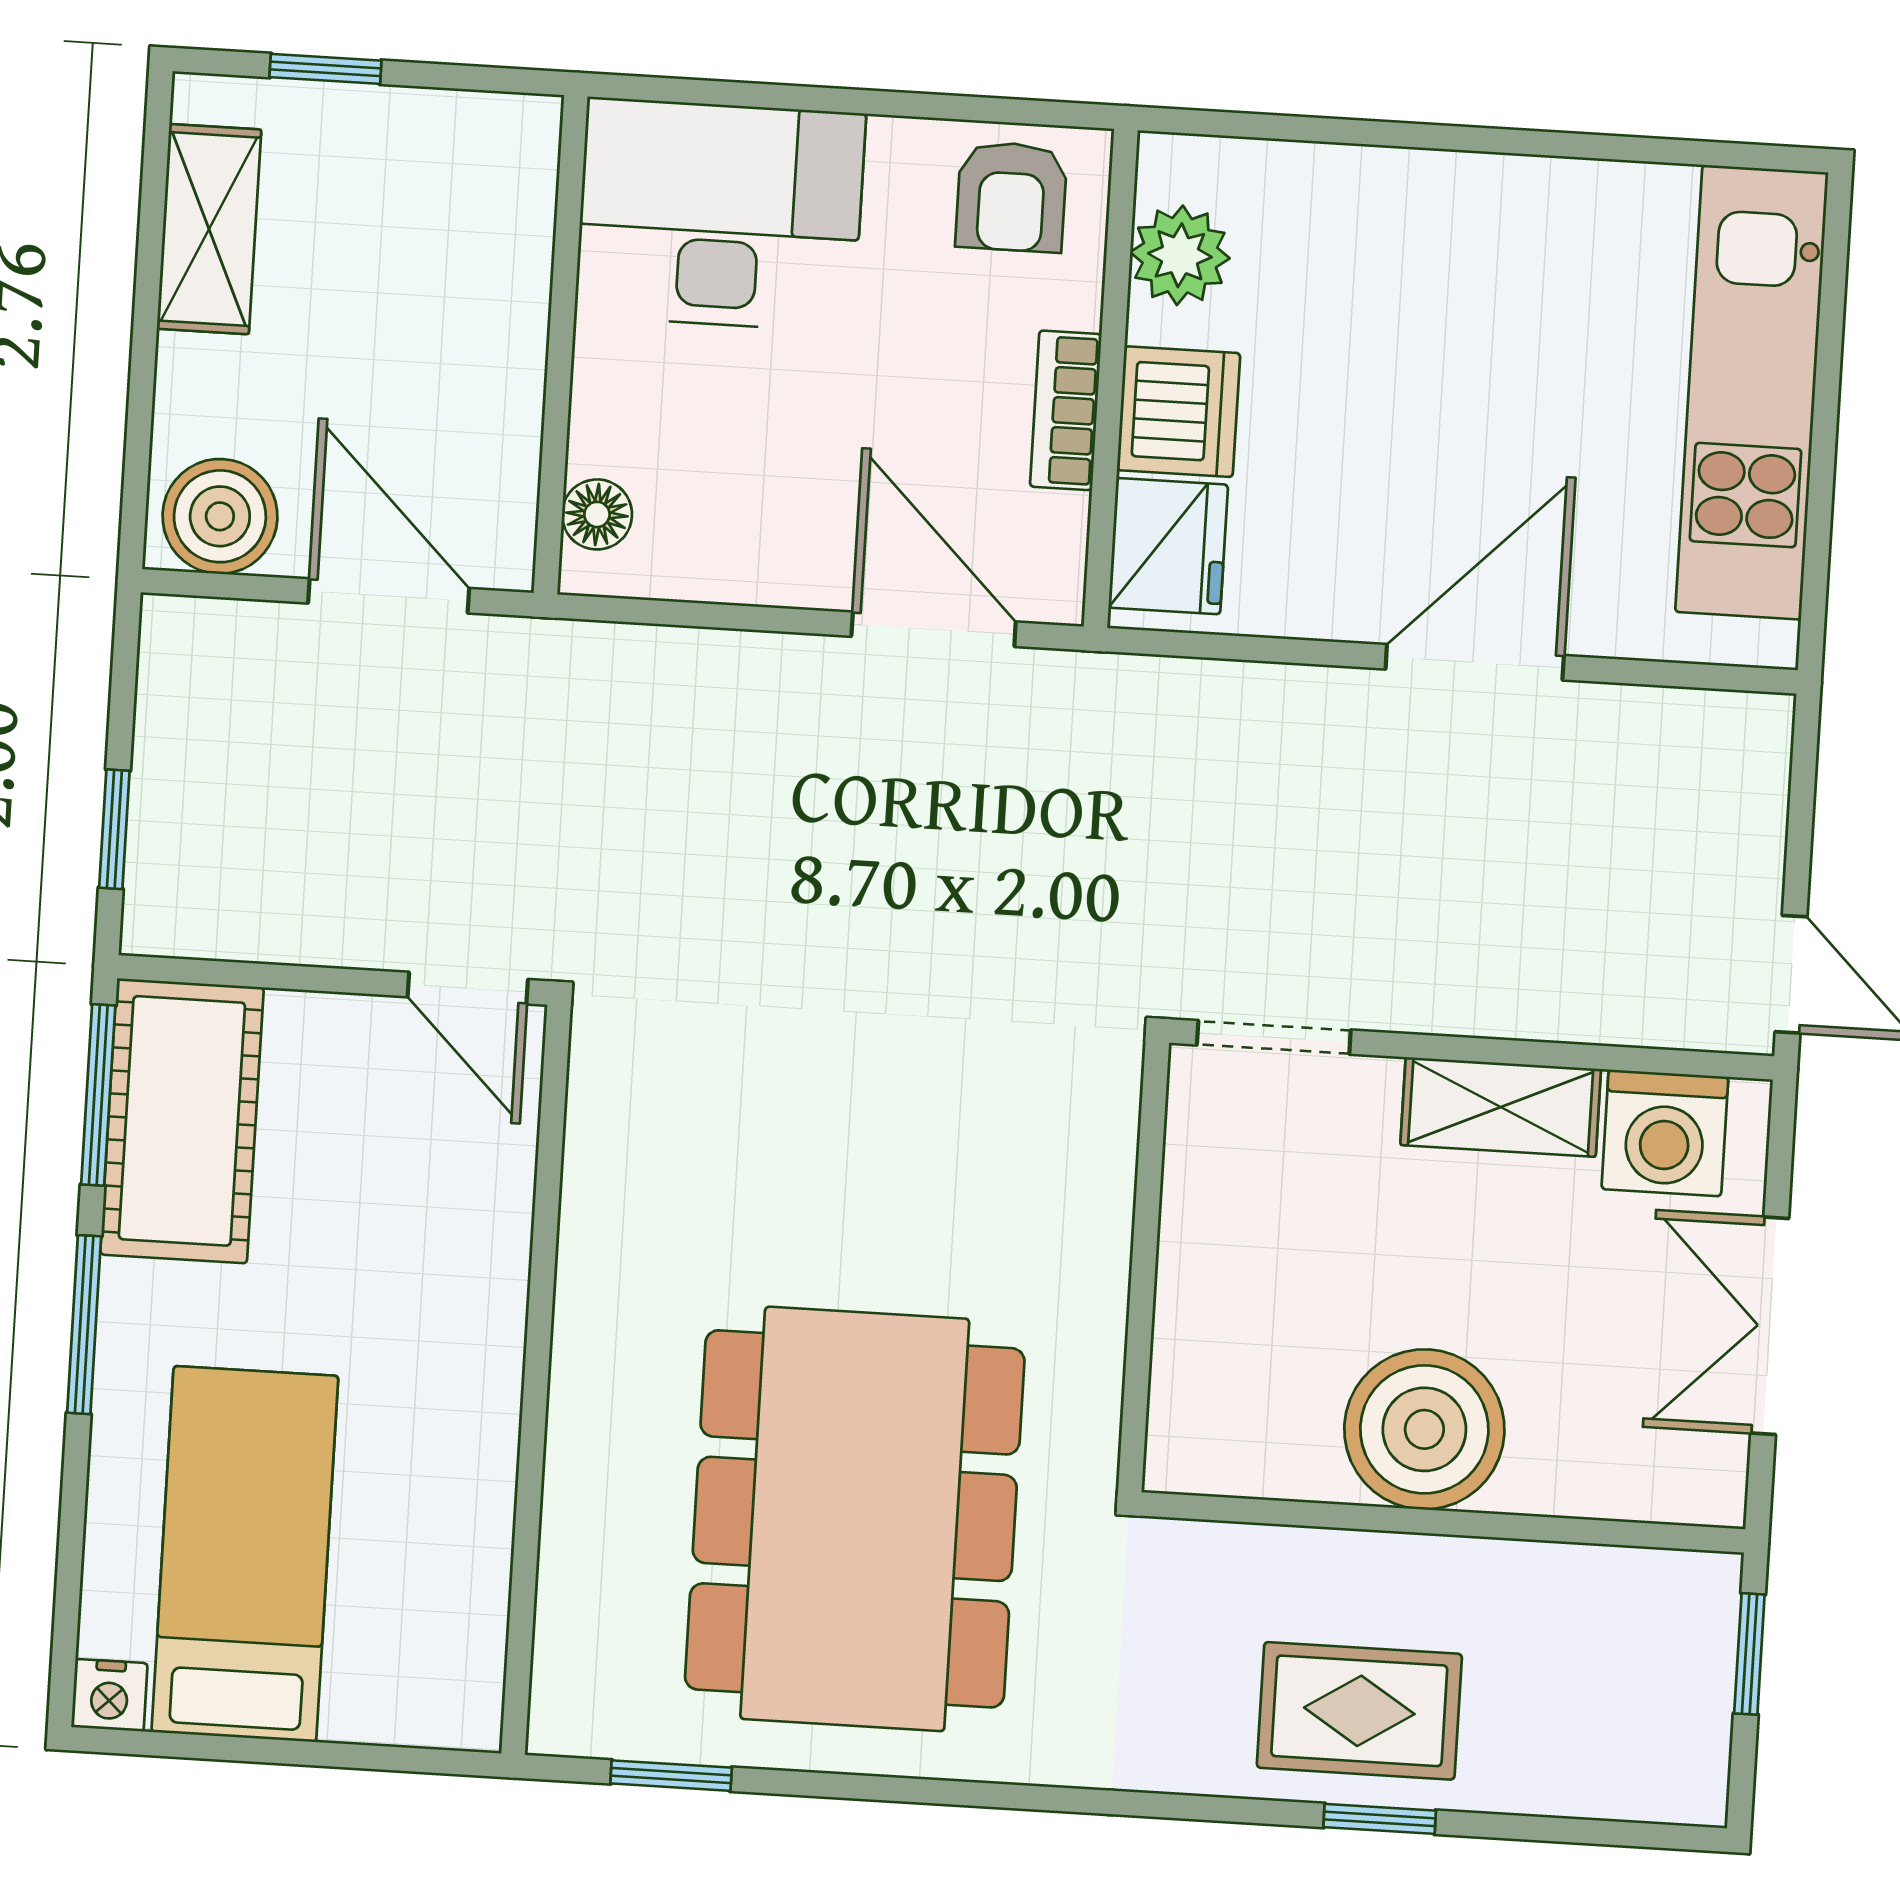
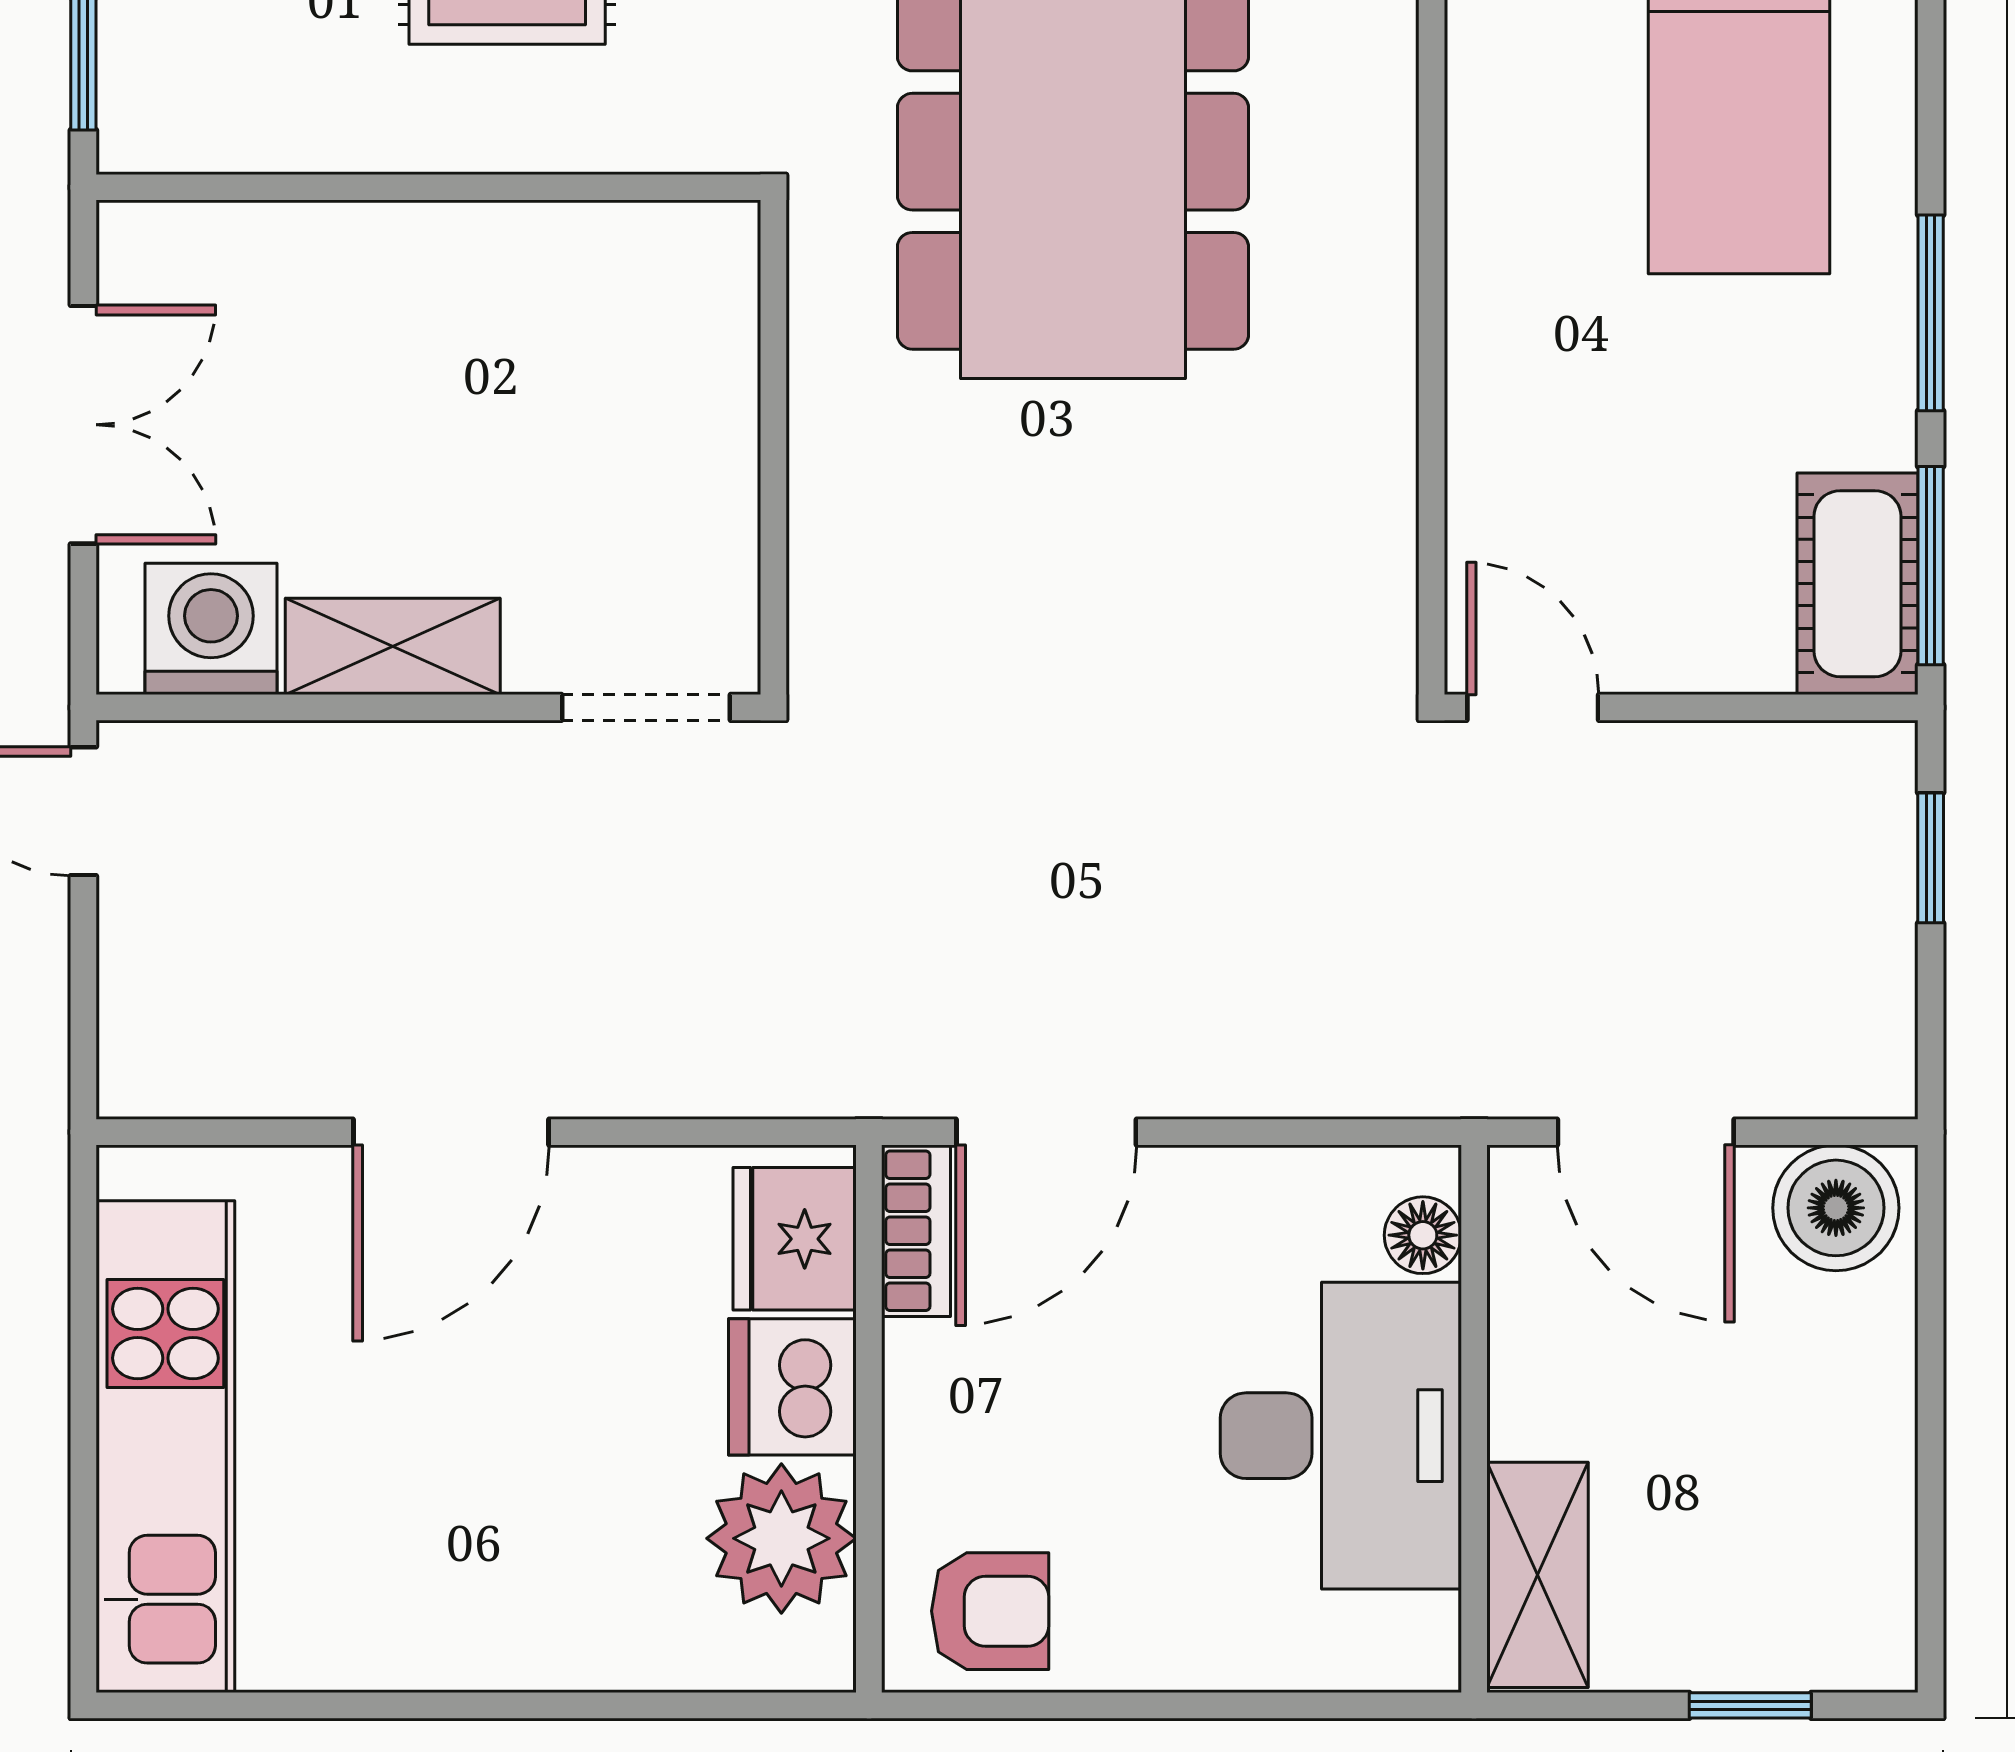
armchair: (1011, 197) -> (990, 1611), turned 90
desk: (720, 215) -> (1341, 1436), moved, turned -90
shelving: (209, 229) -> (1538, 1575), moved
plant: (1180, 255) -> (781, 1538), width x1.36, depth x1.36
bookcase: (1066, 410) -> (916, 1231), moved
door: (934, 629) -> (1046, 1132), hinge flipped
cot: (182, 1121) -> (1858, 584), width x0.73, depth x0.75
boiler: (1424, 1429) -> (455, 288), removed

